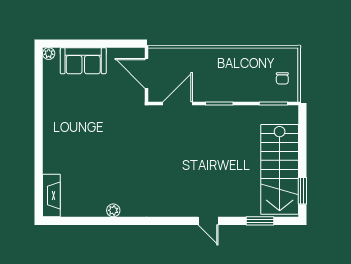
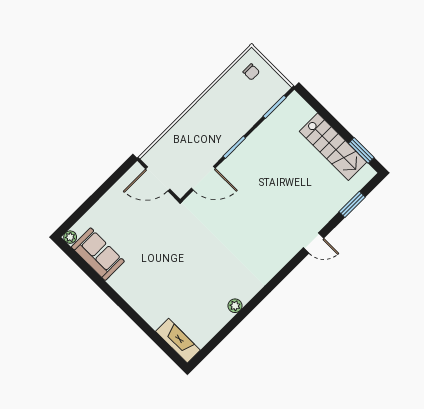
sofa: (83, 61) -> (98, 254), moved, turned -90
chair: (282, 78) -> (251, 72), moved
door: (178, 103) -> (203, 178), swing flipped
stairs: (280, 169) -> (333, 147), width x0.73, depth x0.66

